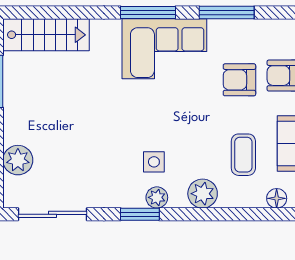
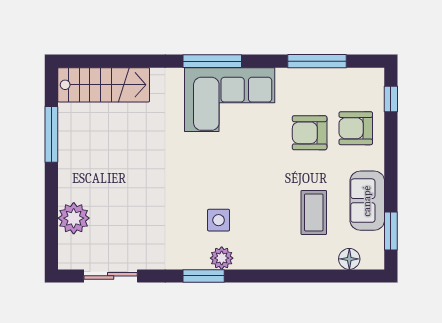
window: (227, 12) -> (317, 61), moved
plant: (203, 194) -> (270, 254), removed
sliding door: (53, 214) -> (111, 276), width x0.73

